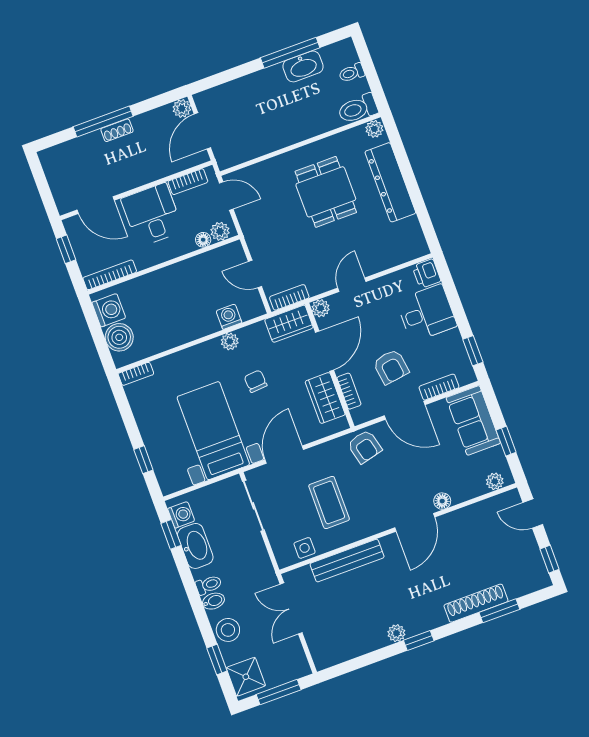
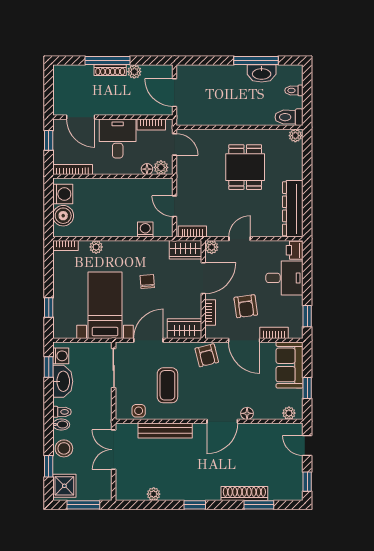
plant: (182, 108) -> (134, 72), moved
shoe rack: (117, 130) -> (110, 70), width x1.43
door: (202, 131) -> (174, 93), hinge flipped
dresser: (390, 182) -> (293, 209), moved
plant: (230, 341) -> (96, 247), moved
wardrobe: (325, 398) -> (184, 329), moved, turned 90
plant: (396, 633) -> (154, 494), moved

